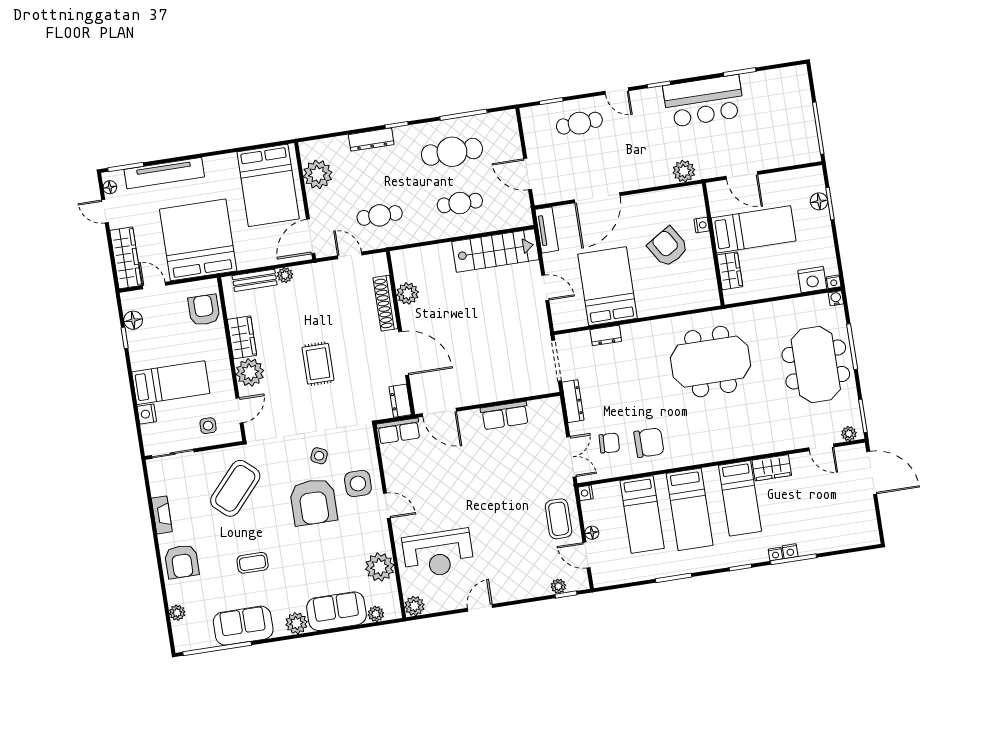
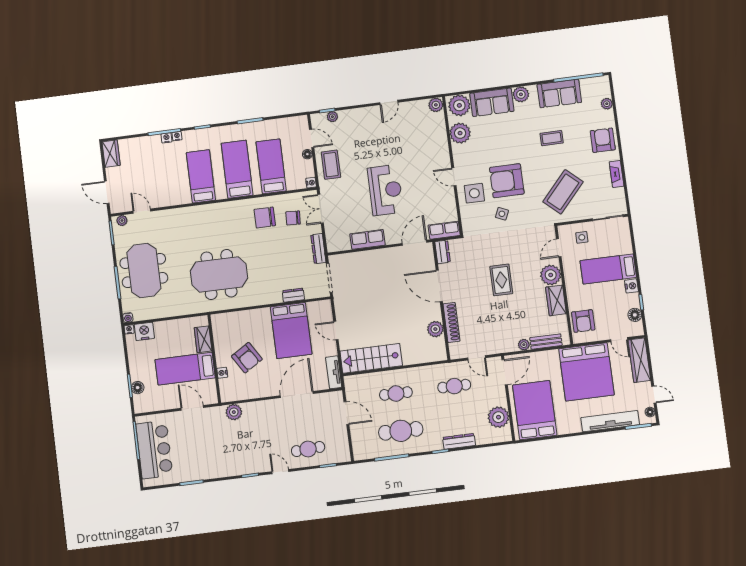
bar counter: (704, 101) -> (154, 450), moved, turned 90
door: (439, 412) -> (415, 243), hinge flipped
nightstand: (147, 414) -> (631, 286), moved
wardrobe: (772, 468) -> (111, 154), moved, turned 90
door: (872, 473) -> (107, 192), width x0.73
armchair: (313, 502) -> (507, 181), turned -90
reception desk: (438, 554) -> (385, 190), moved, turned 90
plant: (376, 614) -> (459, 105), width x1.87, depth x1.87

